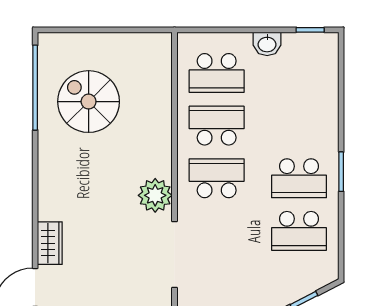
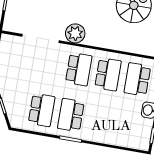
school desk: (299, 231) -> (42, 110), turned 180

